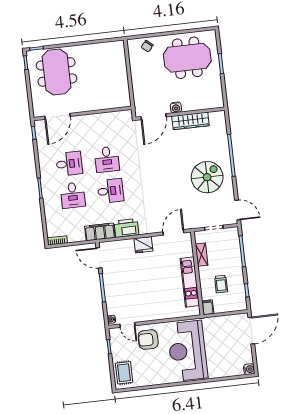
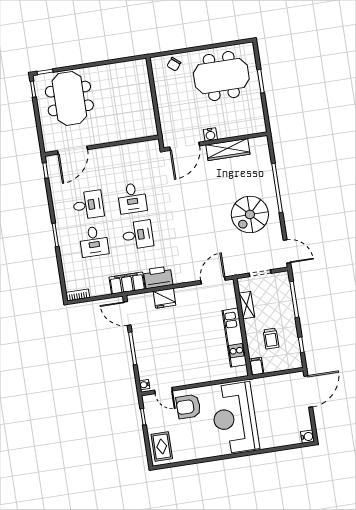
spiral stairs: (207, 177) -> (250, 214), turned 180
fridge: (143, 245) -> (165, 298), moved

